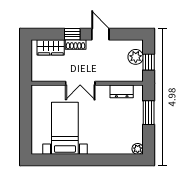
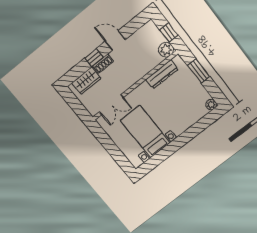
plant: (136, 57) -> (166, 50), moved
double door: (80, 83) -> (111, 105), moved
dresser: (122, 91) -> (162, 74), width x1.44

